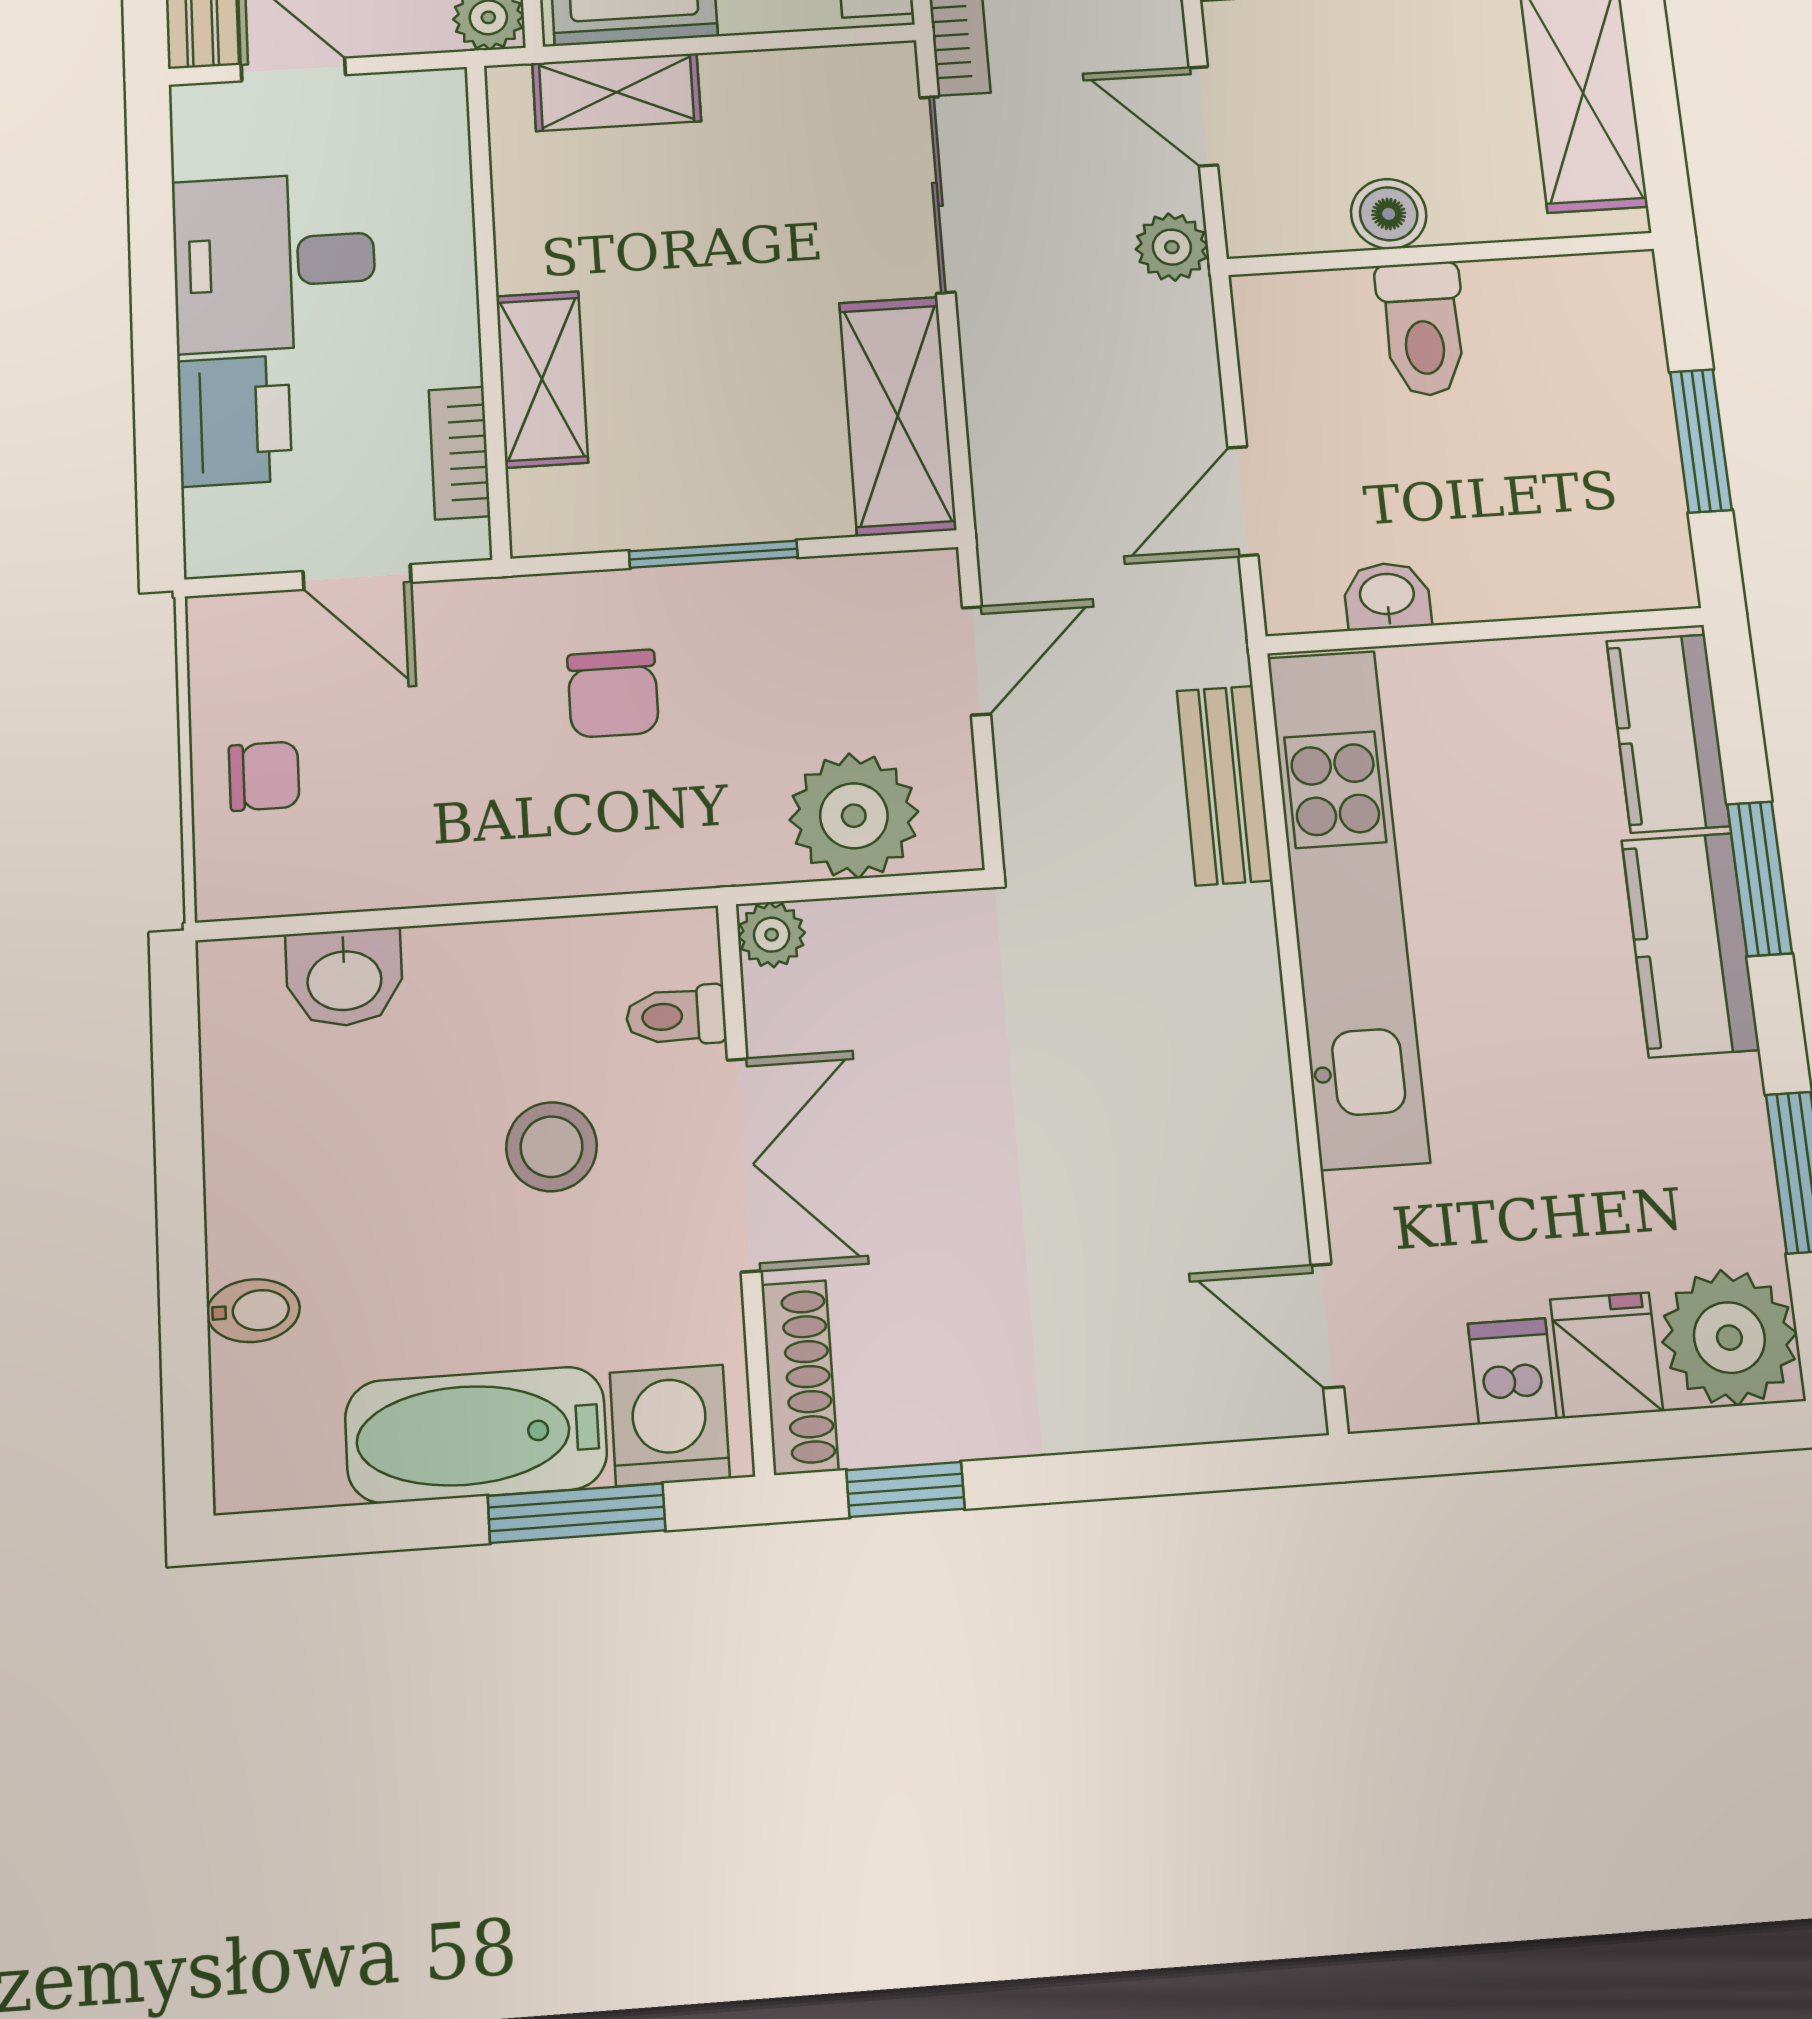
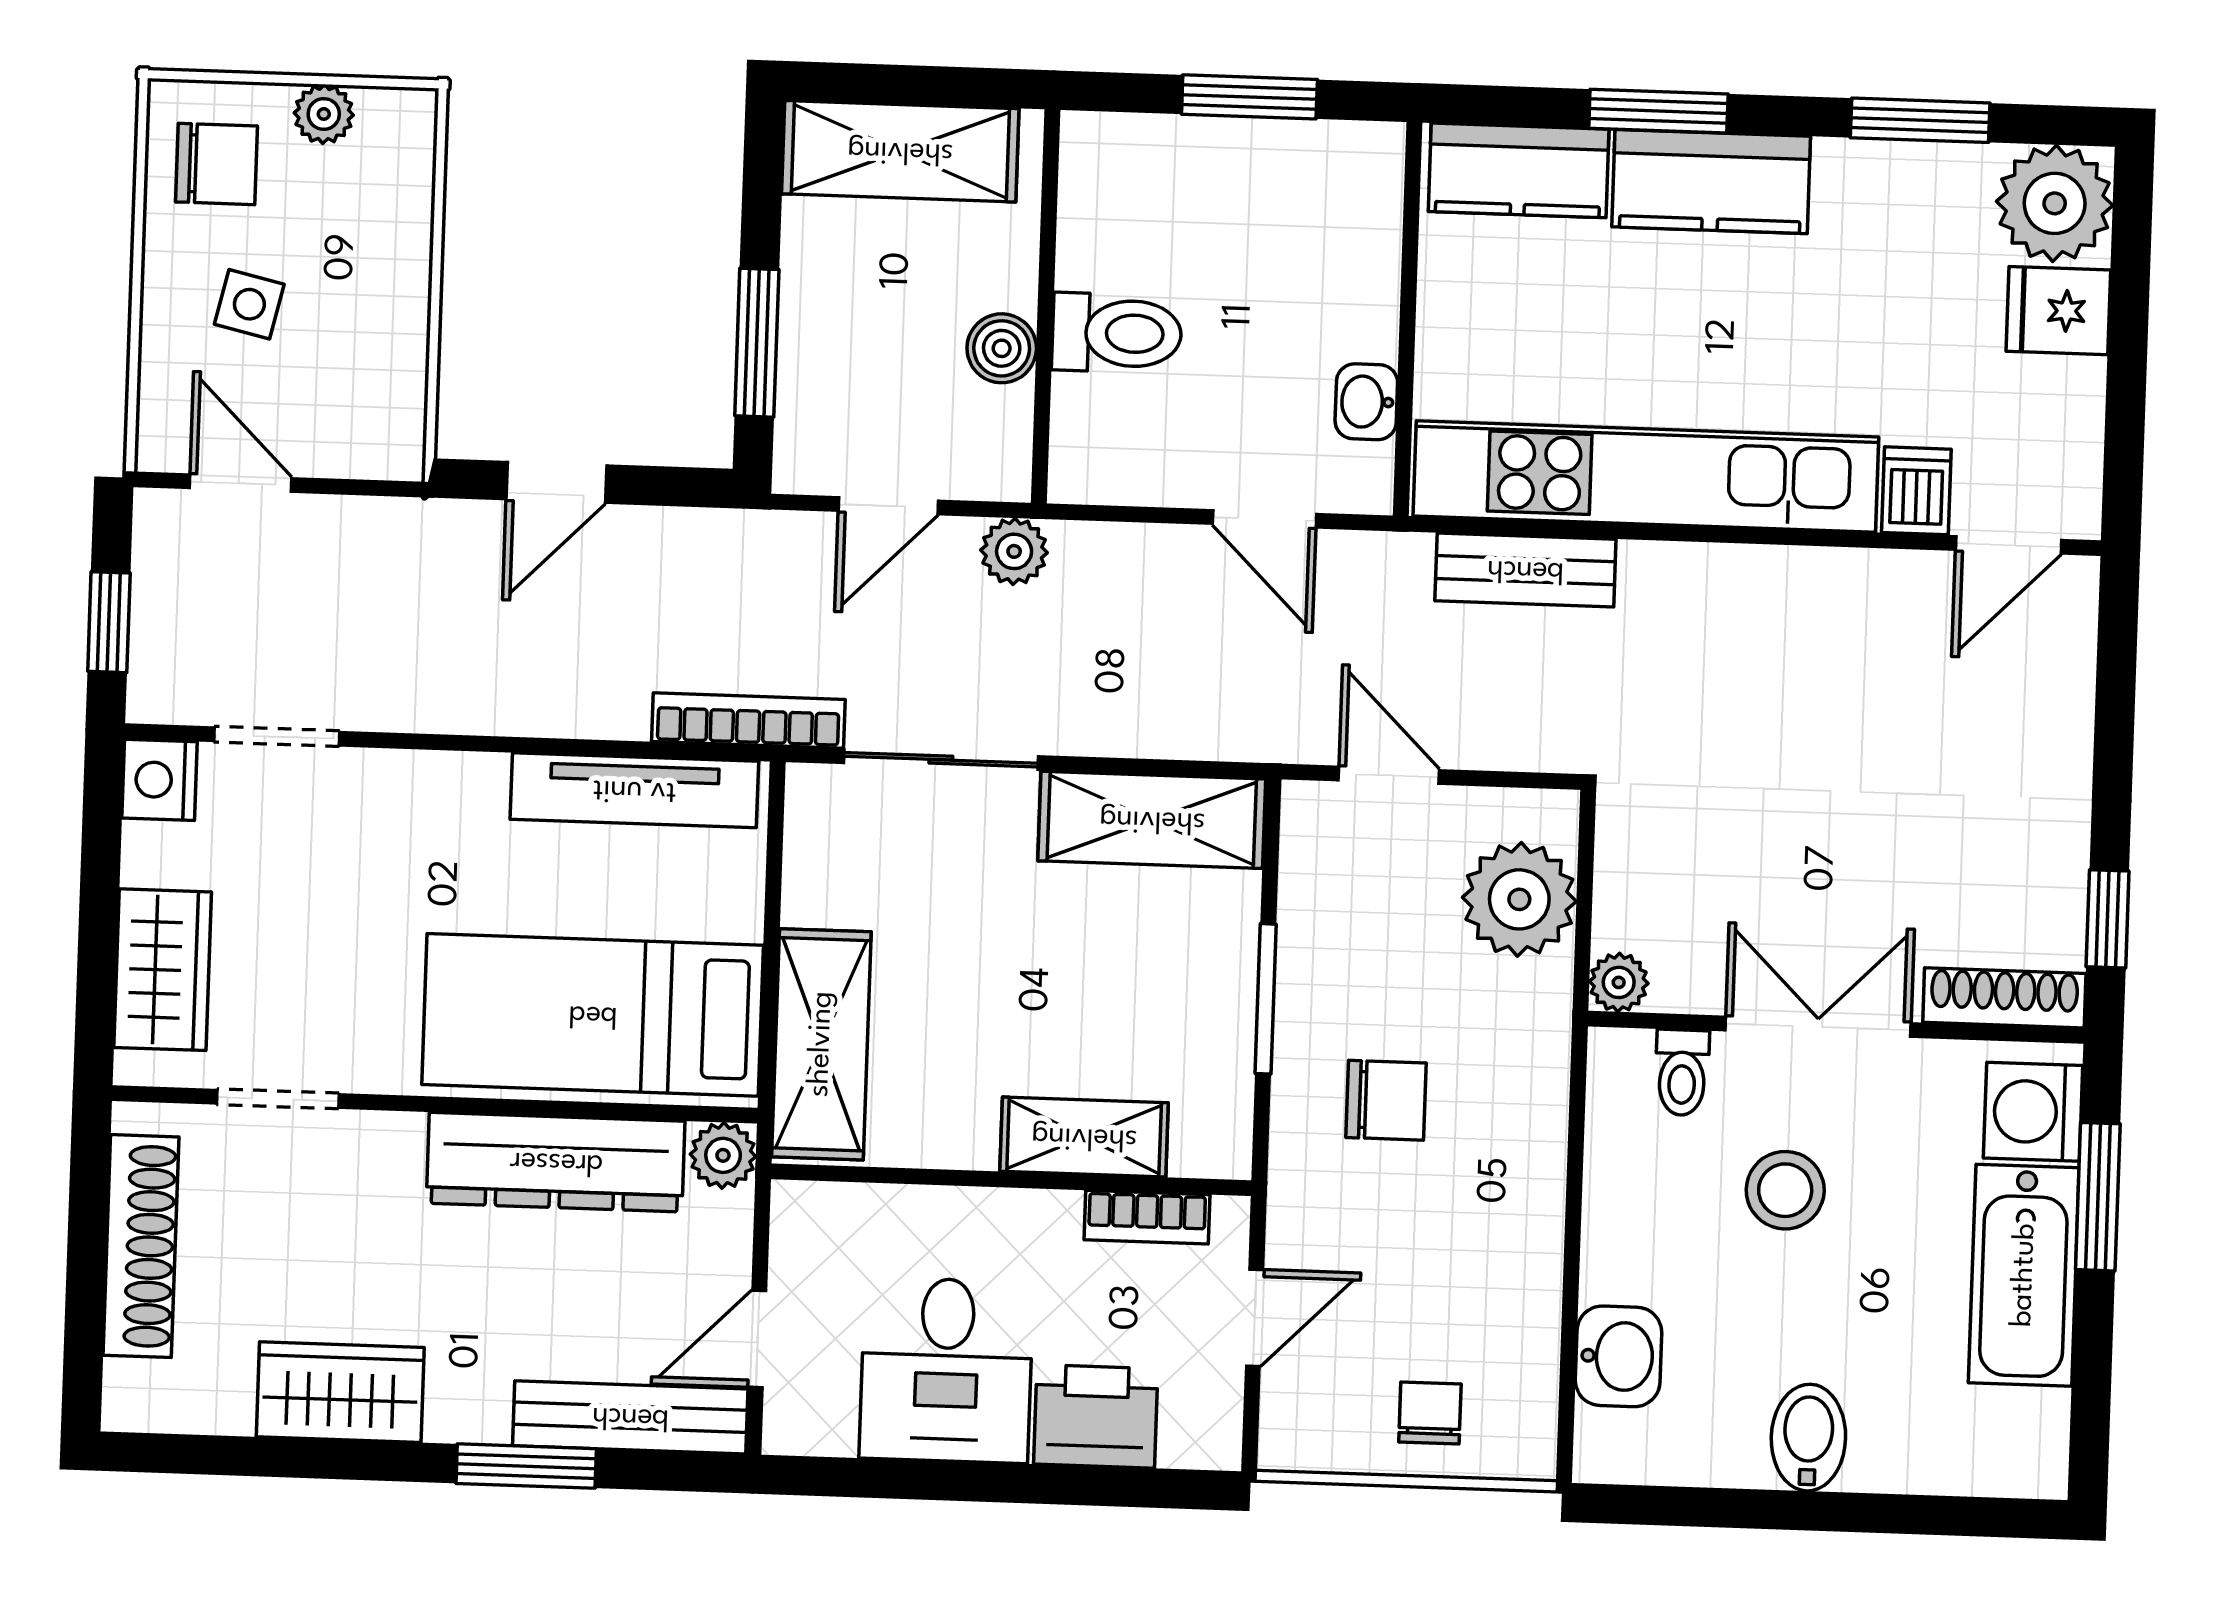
shelving: (617, 92) -> (821, 1044), width x1.50, depth x1.33
bidet: (253, 1311) -> (1808, 1438), moved, width x1.38, depth x1.36
dishwasher: (1512, 1371) -> (1916, 491), moved, turned 90

